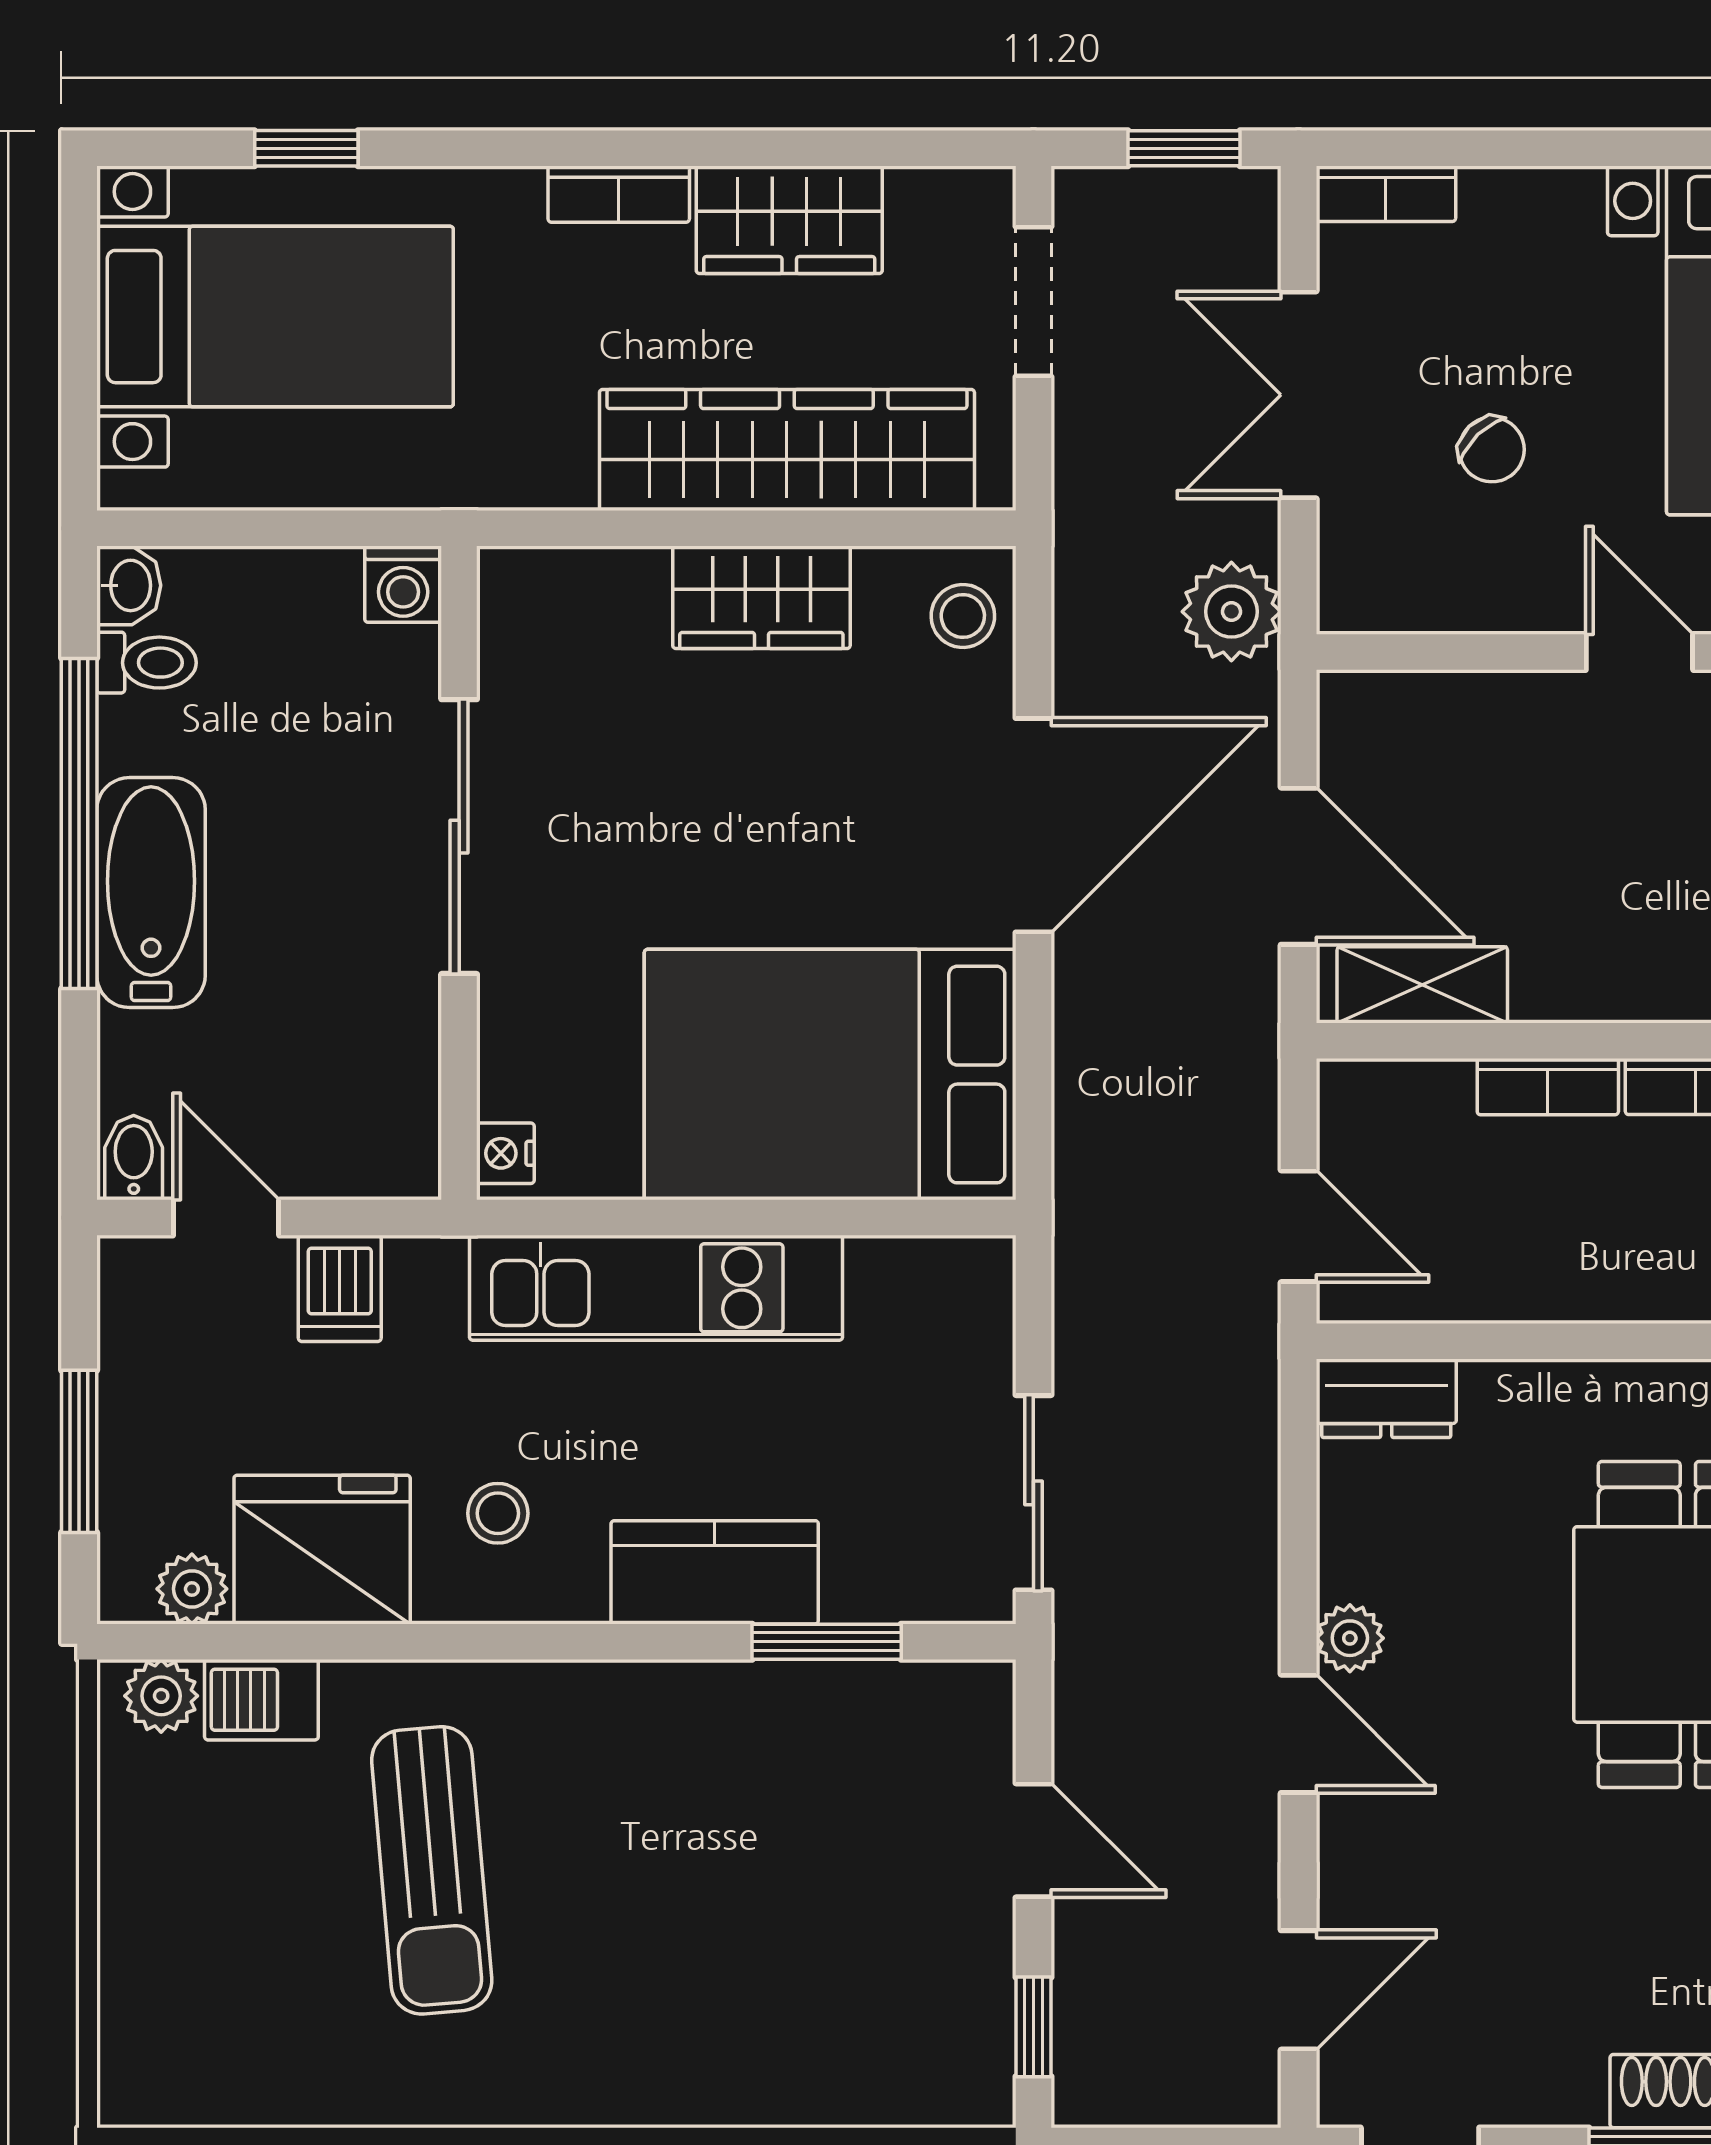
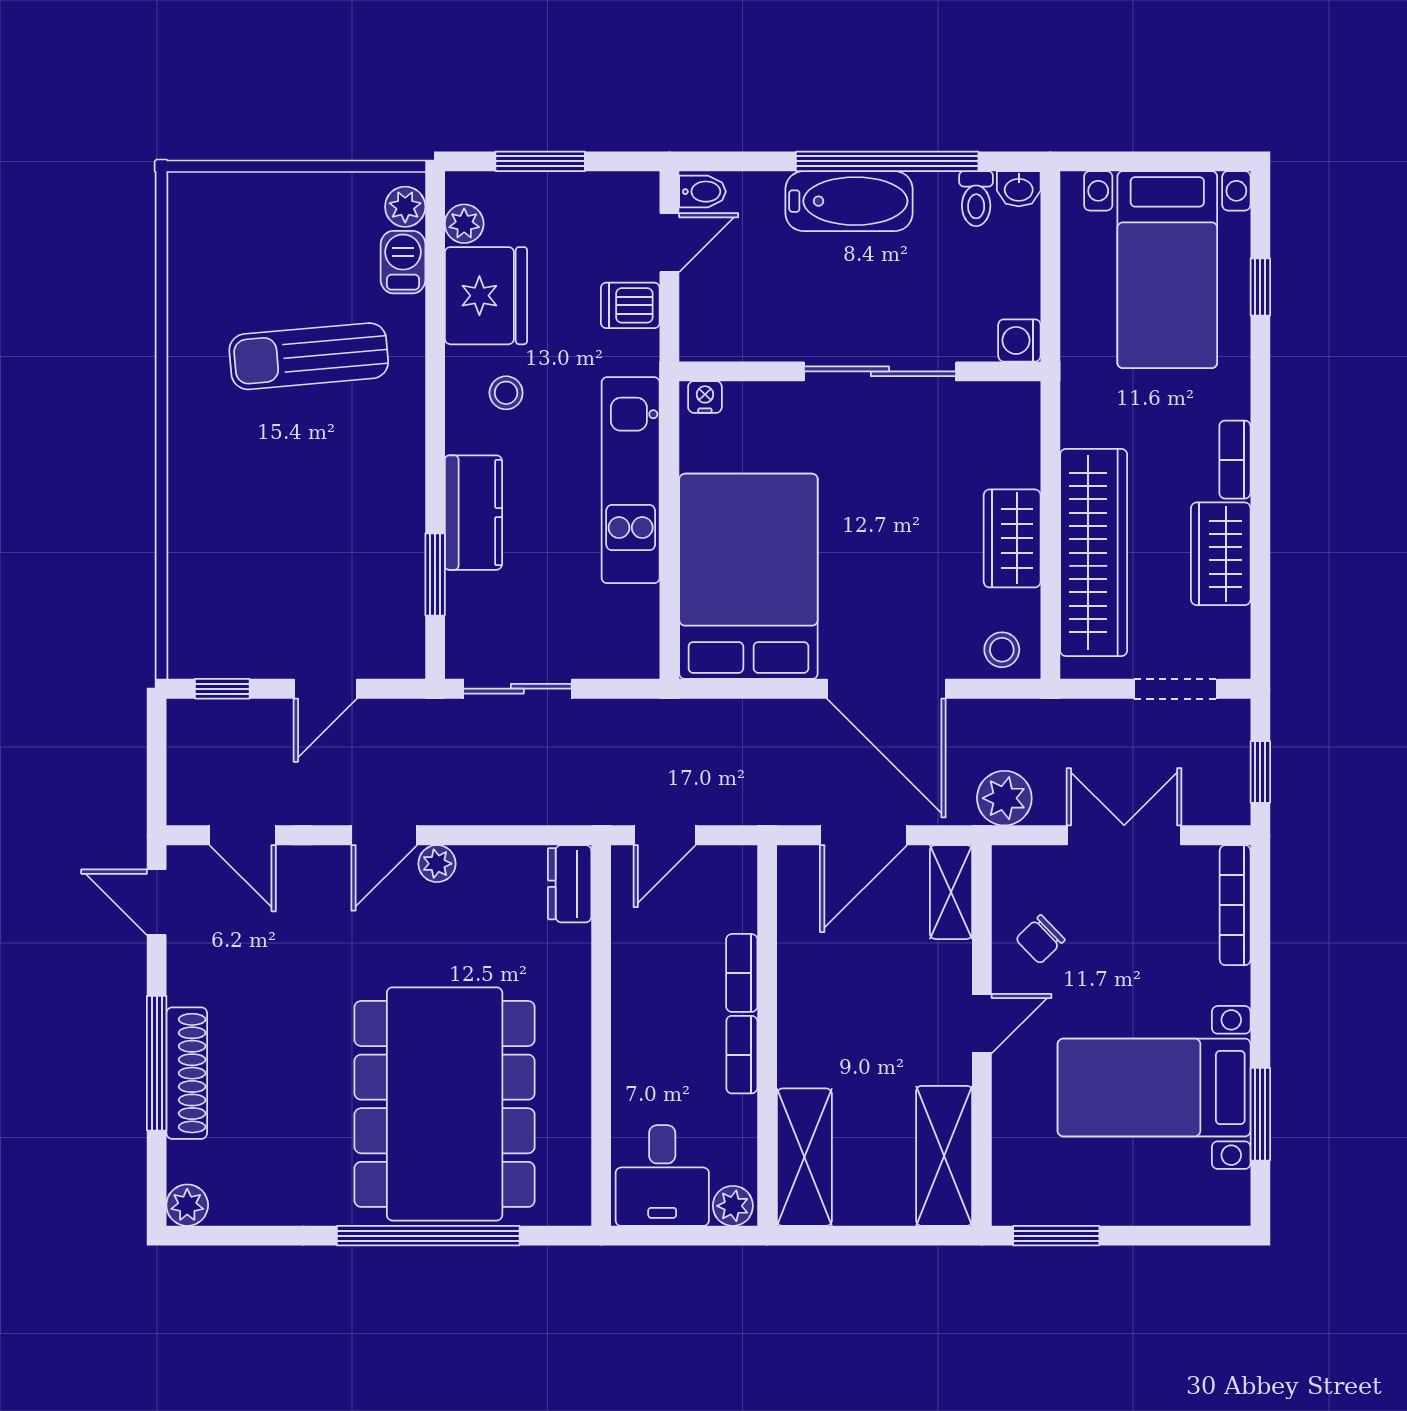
bookcase: (1386, 194) -> (1235, 905), width x1.56
chair: (1492, 450) -> (1040, 939), moved
shelving: (1422, 985) -> (951, 892), moved

